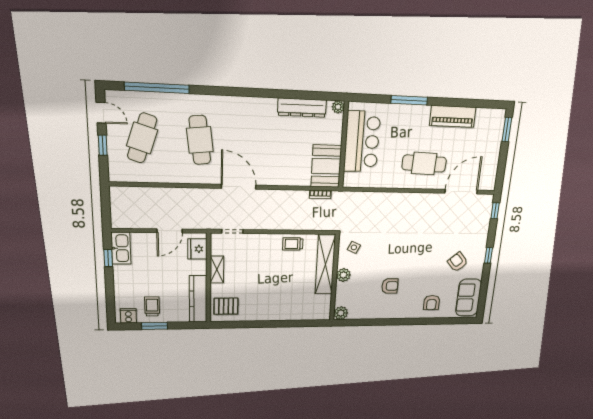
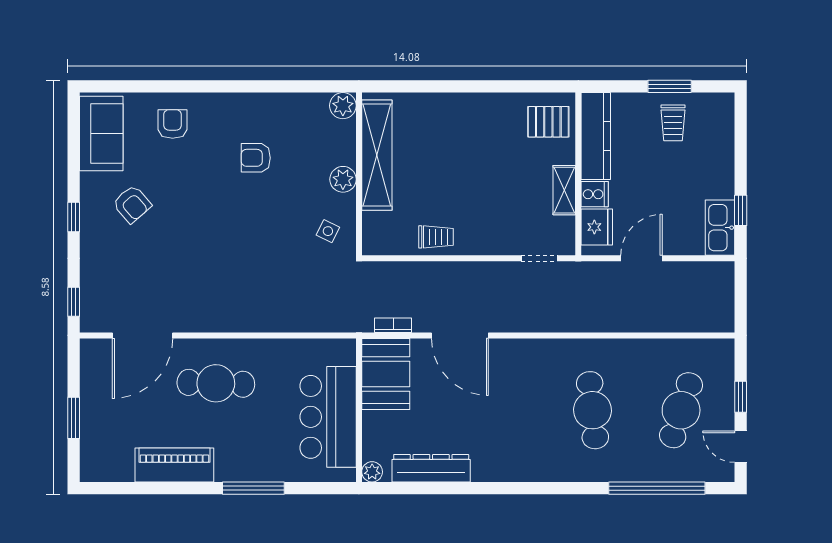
window: (507, 130) -> (74, 418), moved
door: (239, 187) -> (460, 335), moved
shelving: (325, 265) -> (377, 155), moved
cooker: (128, 316) -> (595, 194), moved, turned -90

